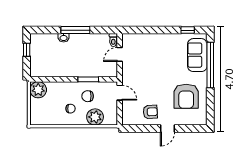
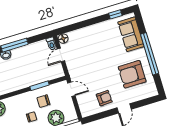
floor lamp: (127, 39) -> (63, 39), added
window: (210, 65) -> (150, 54), moved
armchair: (186, 96) -> (132, 74), turned 90

